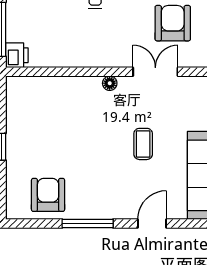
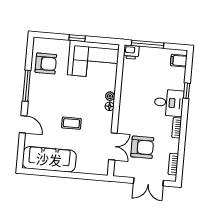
double door: (155, 72) -> (113, 146), moved
plant: (93, 84) -> (110, 96), added
corner sofa: (35, 117) -> (93, 60), added

